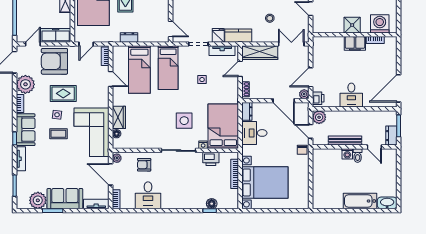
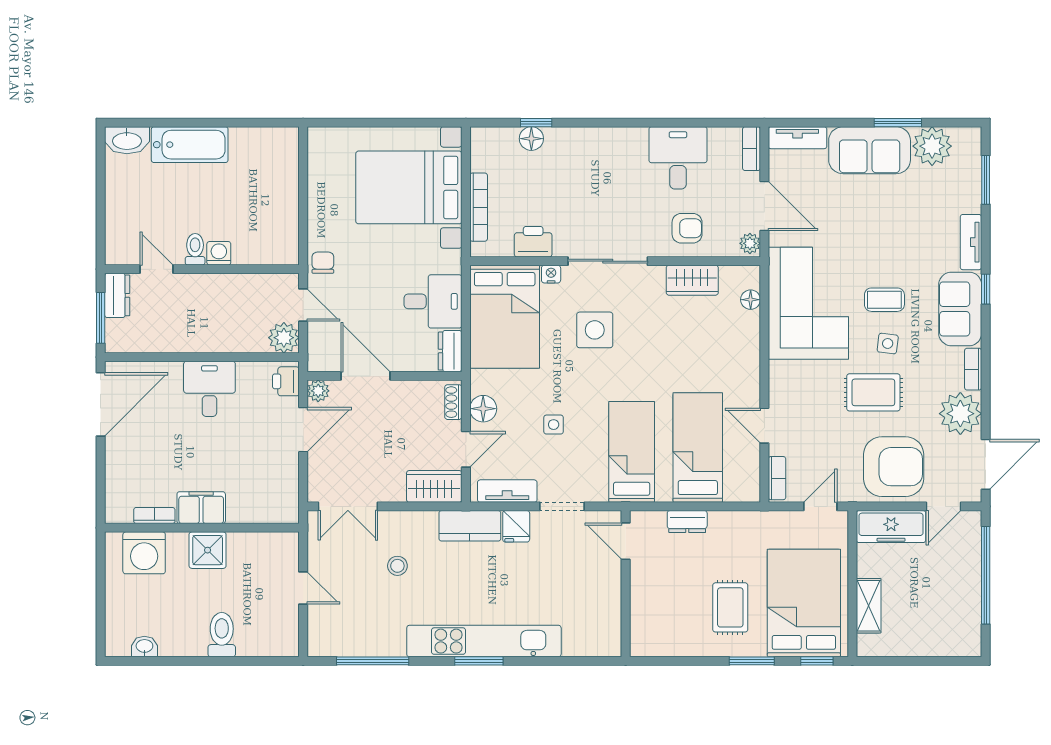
dresser: (129, 37) -> (687, 522), moved
wardrobe: (260, 53) -> (434, 486), width x0.67
floor lamp: (233, 86) -> (483, 409), added
wardrobe: (119, 117) -> (692, 280), moved, turned -90
bench: (345, 141) -> (224, 284), removed

